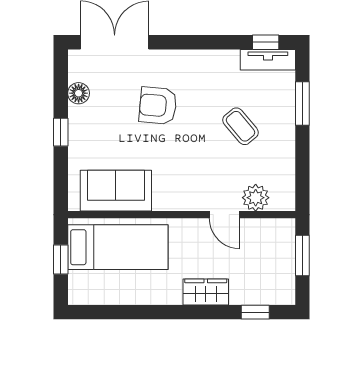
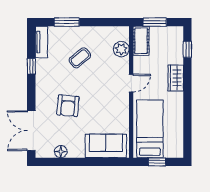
window: (266, 42) -> (31, 66), moved
window: (61, 132) -> (83, 162), removed
sofa: (116, 191) -> (106, 146), moved, turned 90
door: (224, 215) -> (131, 83), moved
cot: (270, 232) -> (141, 41), added

